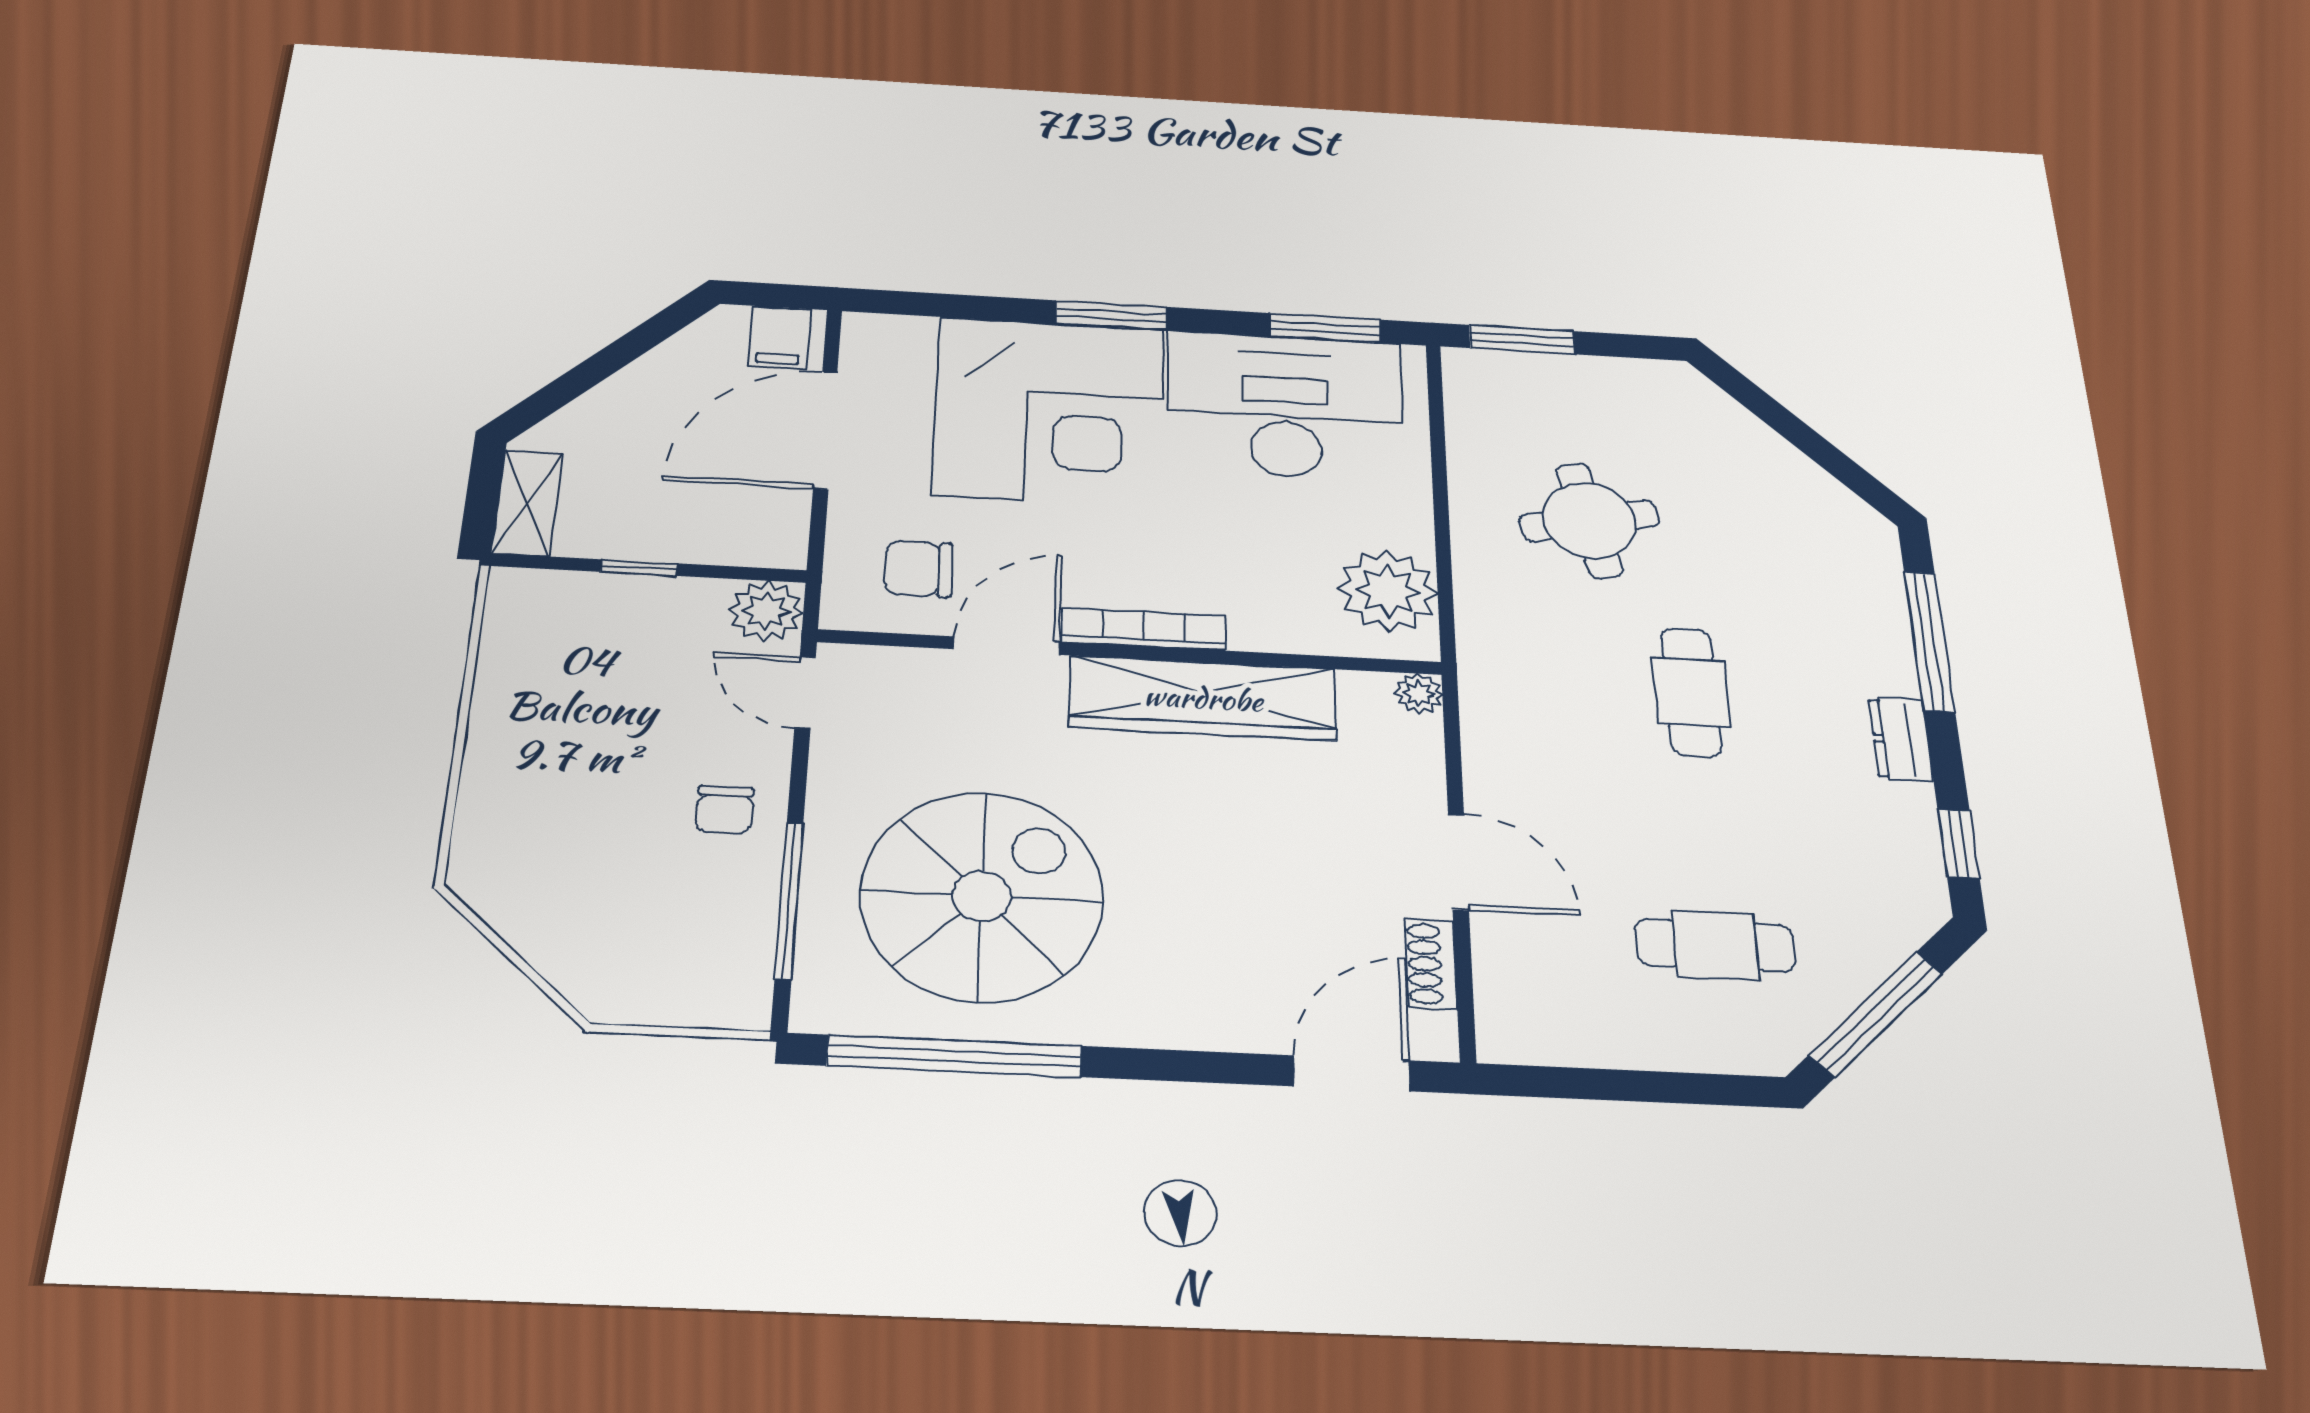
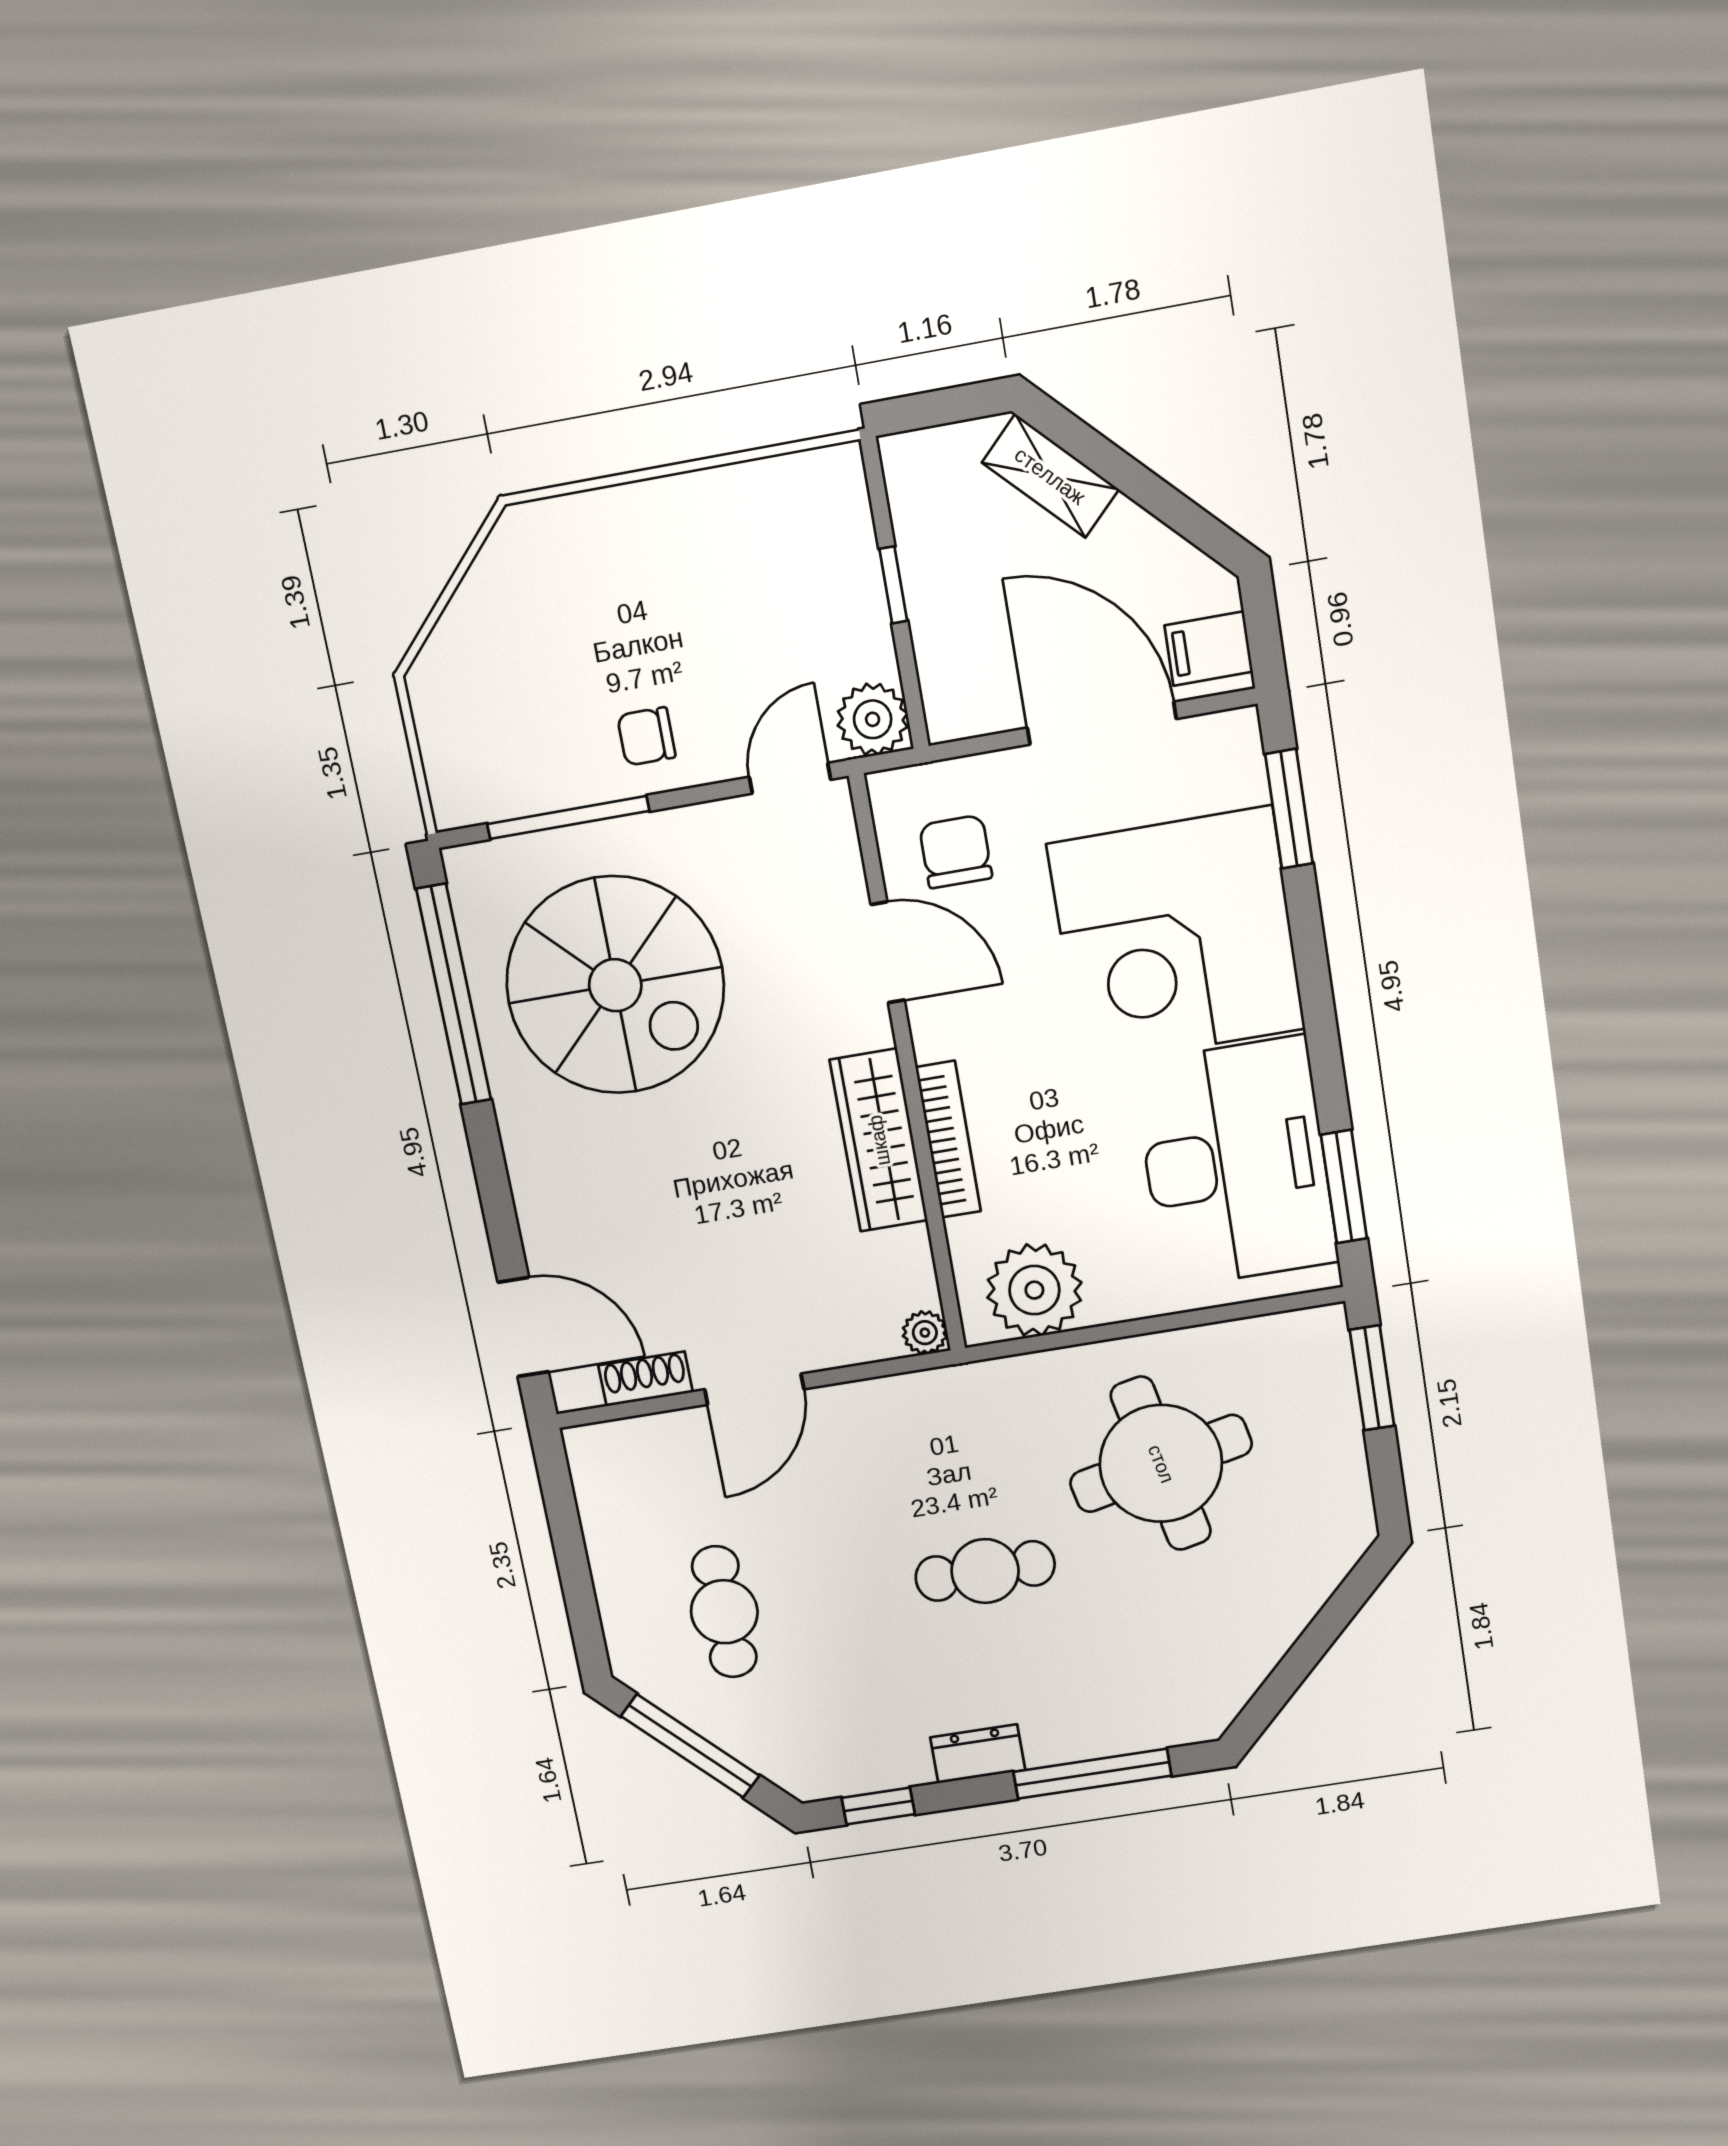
window: (1111, 315) -> (1289, 809), moved
shelving: (527, 503) -> (1050, 476), moved, turned 45
round table: (1589, 520) -> (1161, 1464), width x1.36, depth x1.36
bookcase: (1144, 629) -> (948, 1139), moved
wardrobe: (1203, 698) -> (879, 1140), width x0.71, depth x0.85

